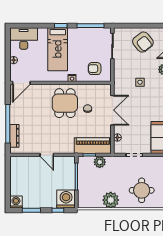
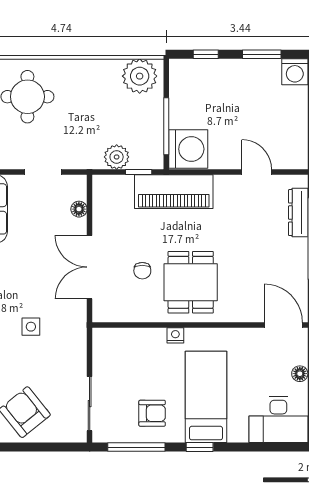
armchair: (95, 69) -> (152, 413), moved
door: (21, 83) -> (283, 325), hinge flipped
piano: (93, 146) -> (174, 192), moved
door: (47, 155) -> (257, 172), moved
washing machine: (66, 199) -> (188, 149), moved, turned -90
plant: (111, 200) -> (140, 76), moved

